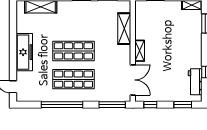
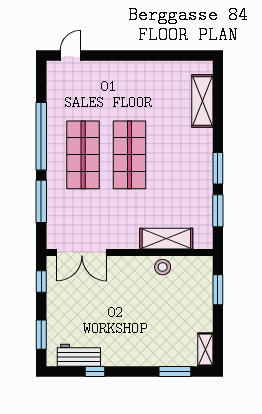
stool: (142, 31) -> (163, 267), added
shelving: (140, 51) -> (130, 264), removed
freezer: (24, 52) -> (128, 74), removed
window: (112, 105) -> (41, 201), moved

